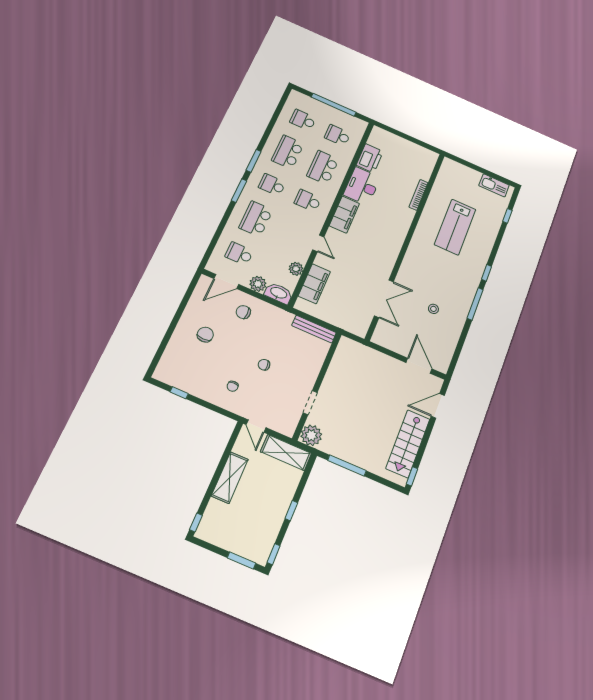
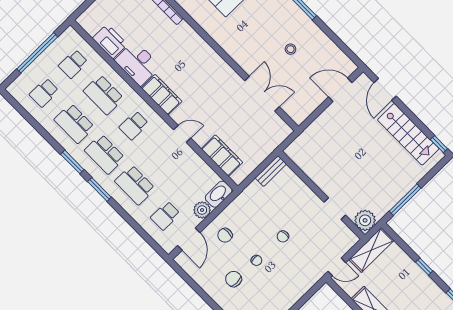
school desk: (272, 185) -> (105, 154), width x1.85
plant: (296, 269) -> (200, 167), removed
bench: (314, 329) -> (271, 171), width x0.73
chair: (233, 386) -> (256, 260), moved

